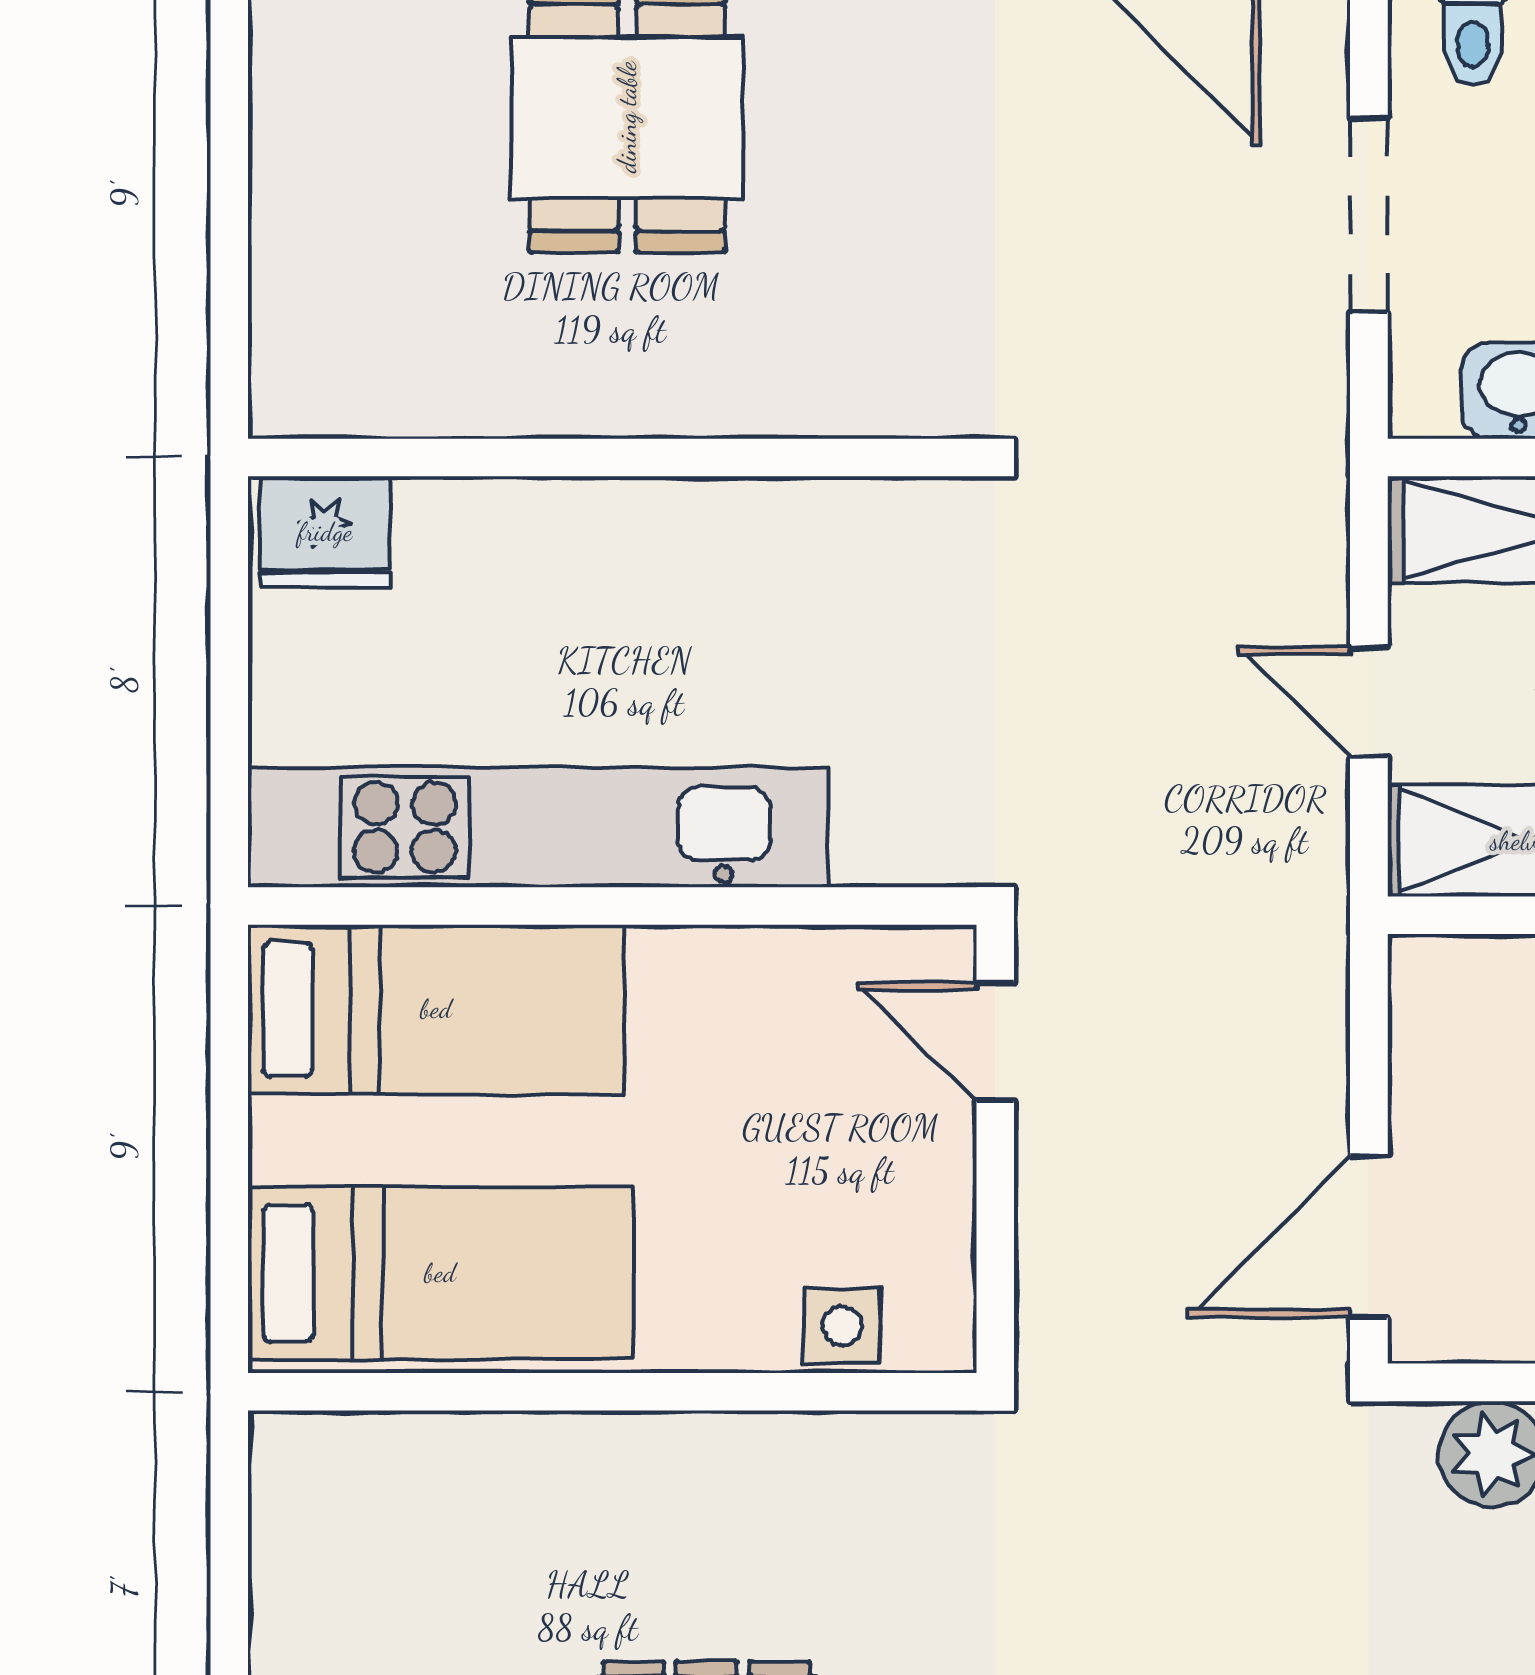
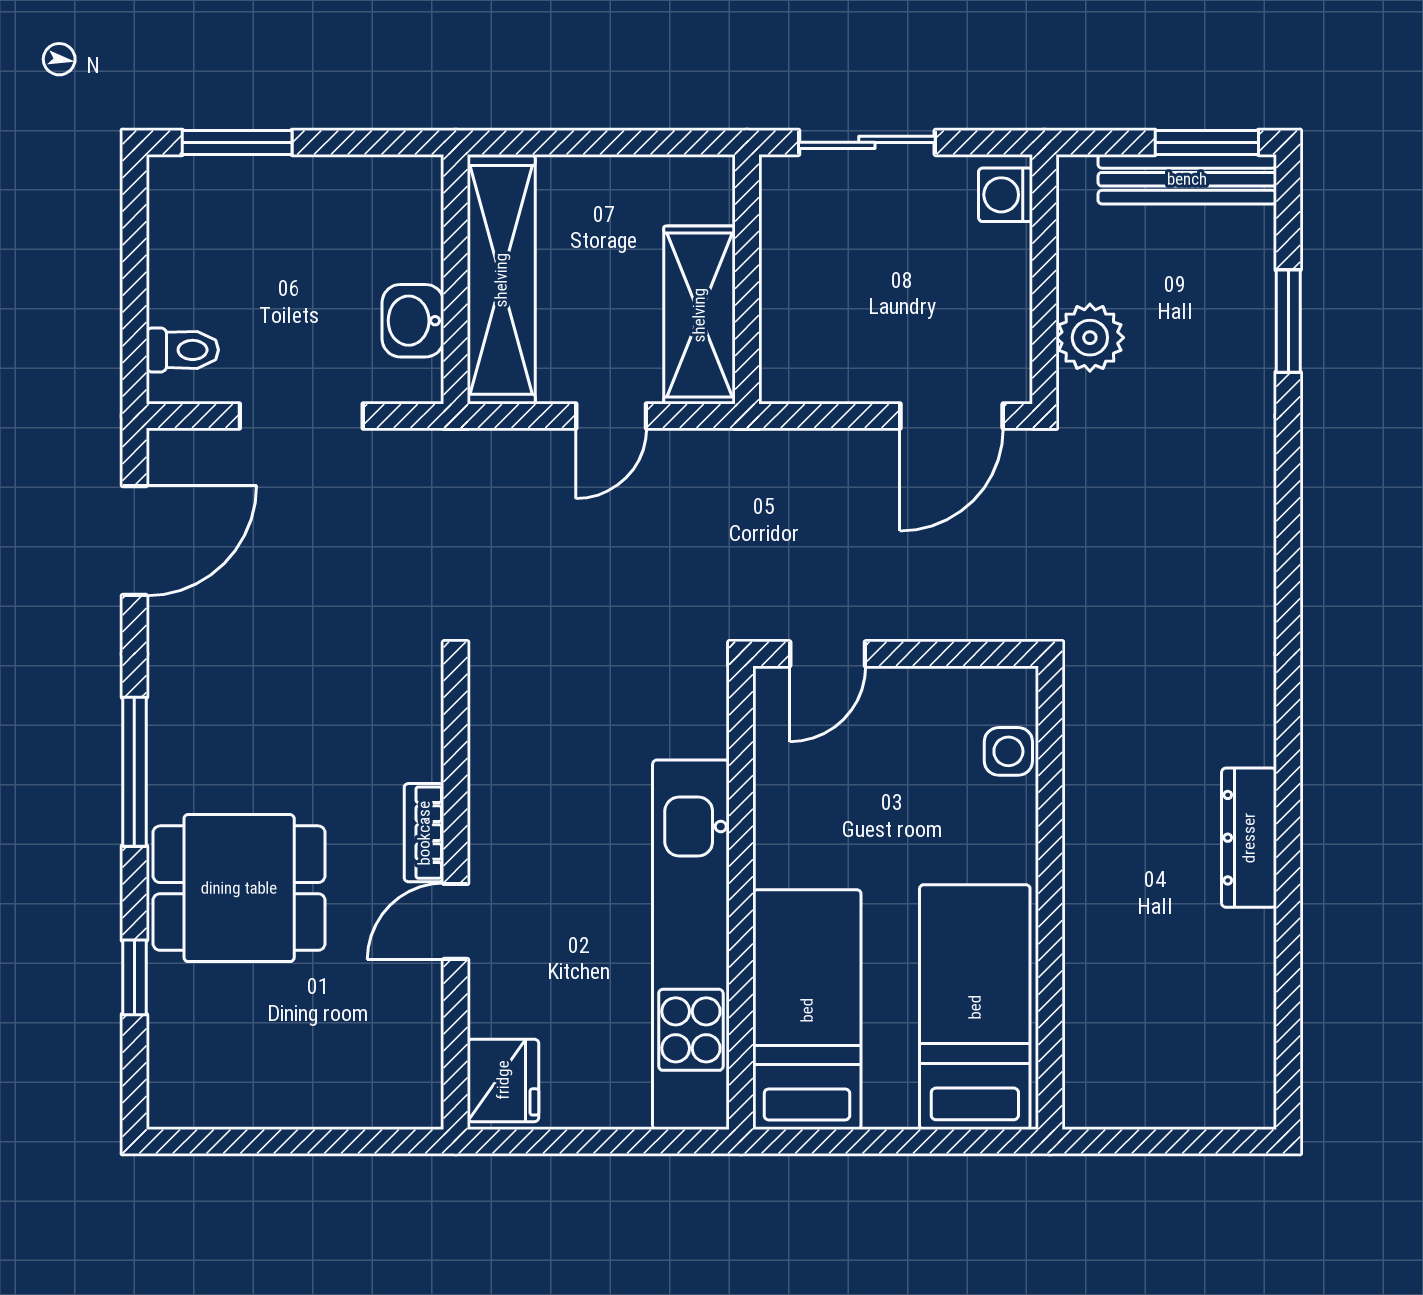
bookcase: (715, 408) -> (424, 833), added
door: (575, 458) -> (456, 921), added
door: (1369, 1237) -> (952, 416), hinge flipped

